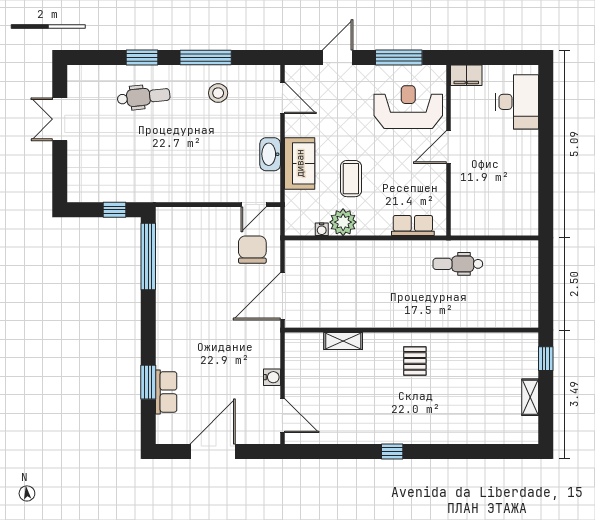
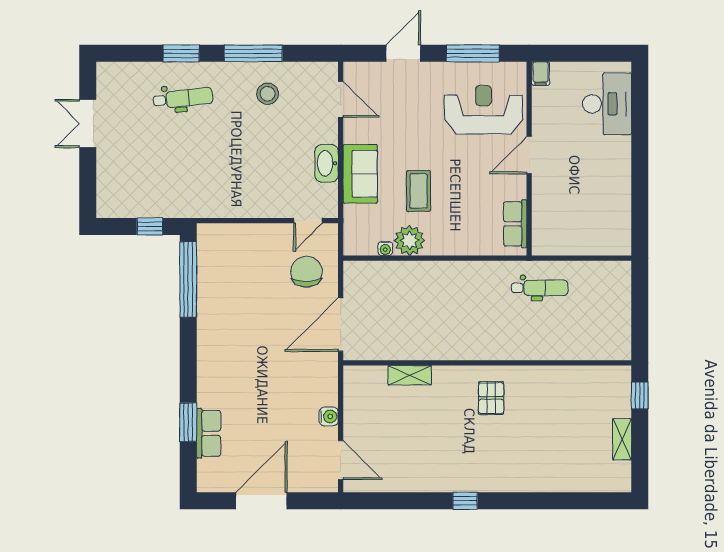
filing cabinet: (466, 75) -> (541, 74), width x0.50
row of seats: (413, 225) -> (515, 224), moved, turned -90
dental chair: (458, 264) -> (540, 288), turned 180

